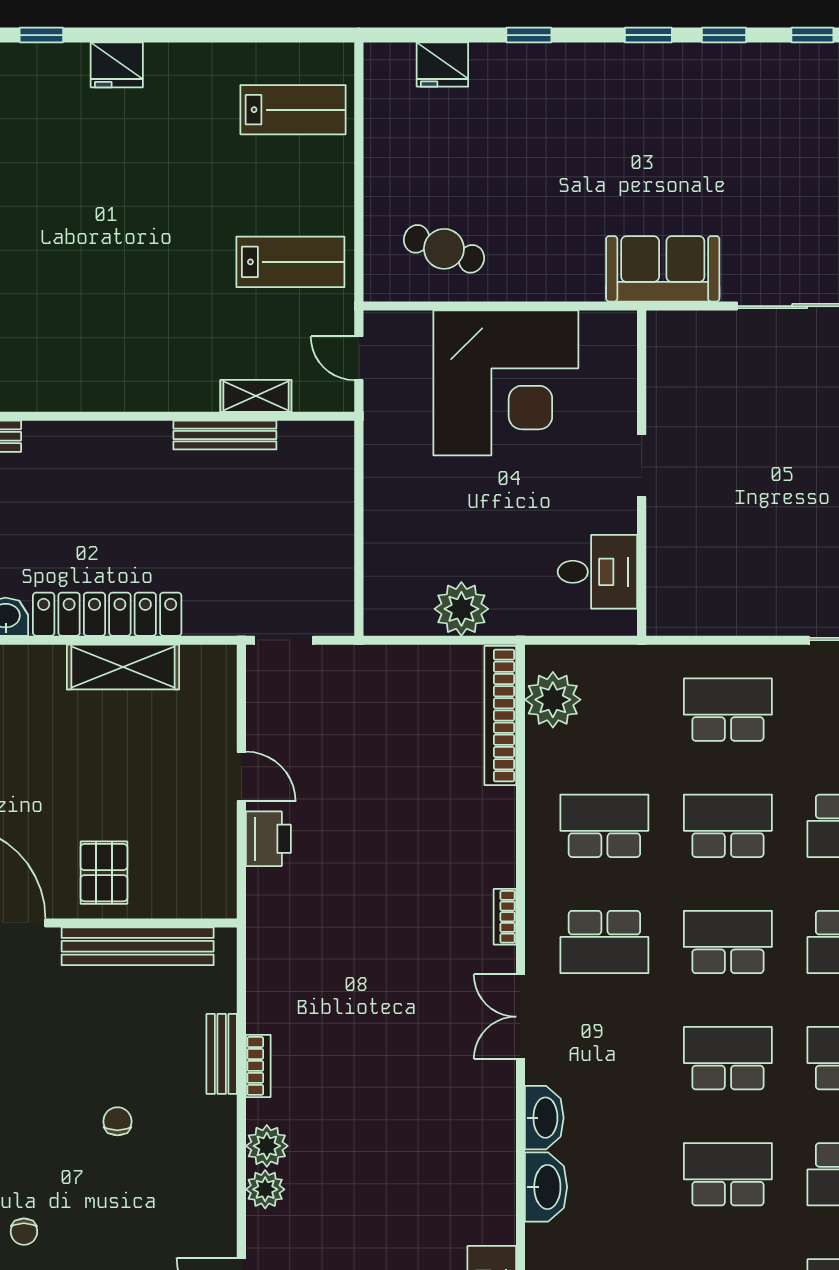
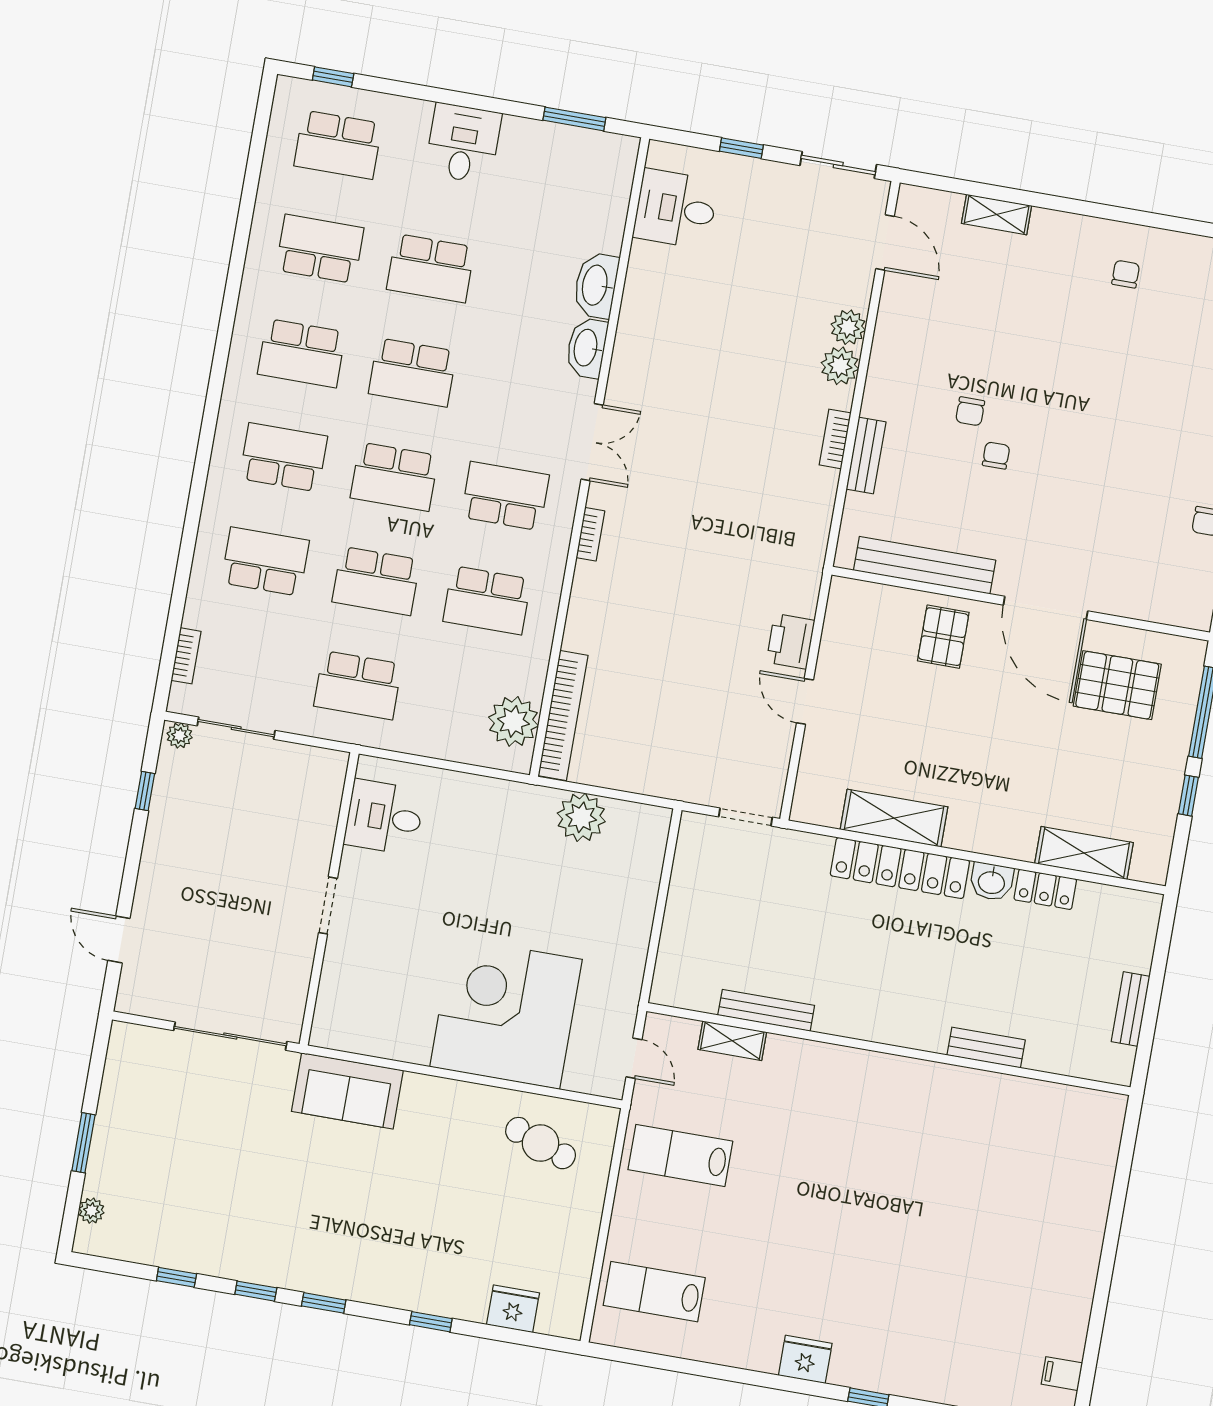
doorway: (642, 466) -> (328, 905), moved
wall: (642, 473) -> (329, 899), moved
desk: (597, 572) -> (384, 817), moved
chair: (24, 1232) -> (996, 456), moved

